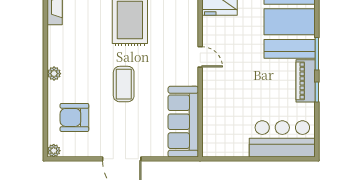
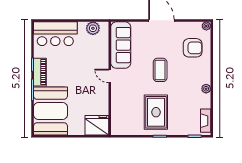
door: (200, 57) -> (110, 76), moved
plant: (54, 74) -> (206, 89), moved
plant: (225, 147) -> (93, 28), added

